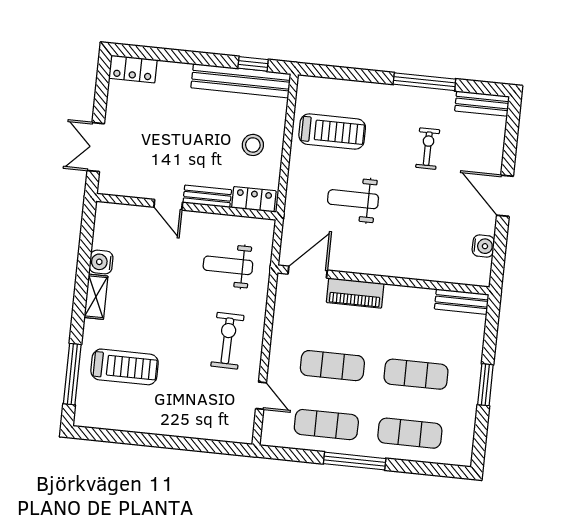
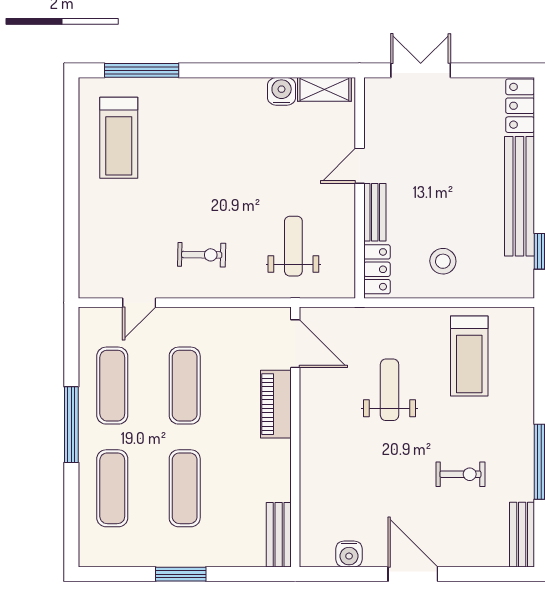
bench: (241, 81) -> (520, 196), moved
door: (505, 196) -> (413, 574), hinge flipped
shelving: (96, 297) -> (324, 89), moved
exercise bike: (227, 341) -> (202, 255), width x0.73, depth x0.72
treadmill: (125, 367) -> (119, 138), moved

